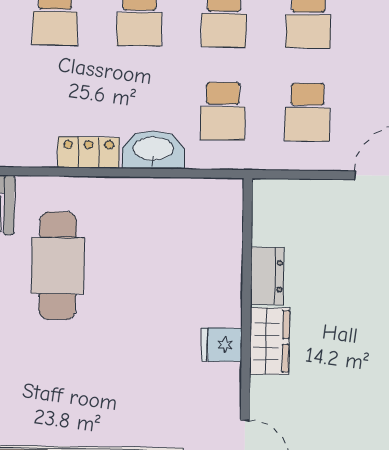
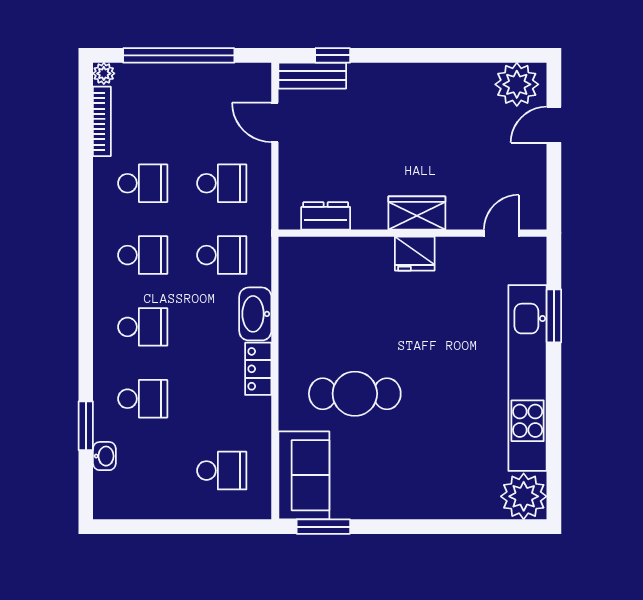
dresser: (267, 276) -> (326, 216), moved
fridge: (222, 345) -> (415, 254), width x1.38

